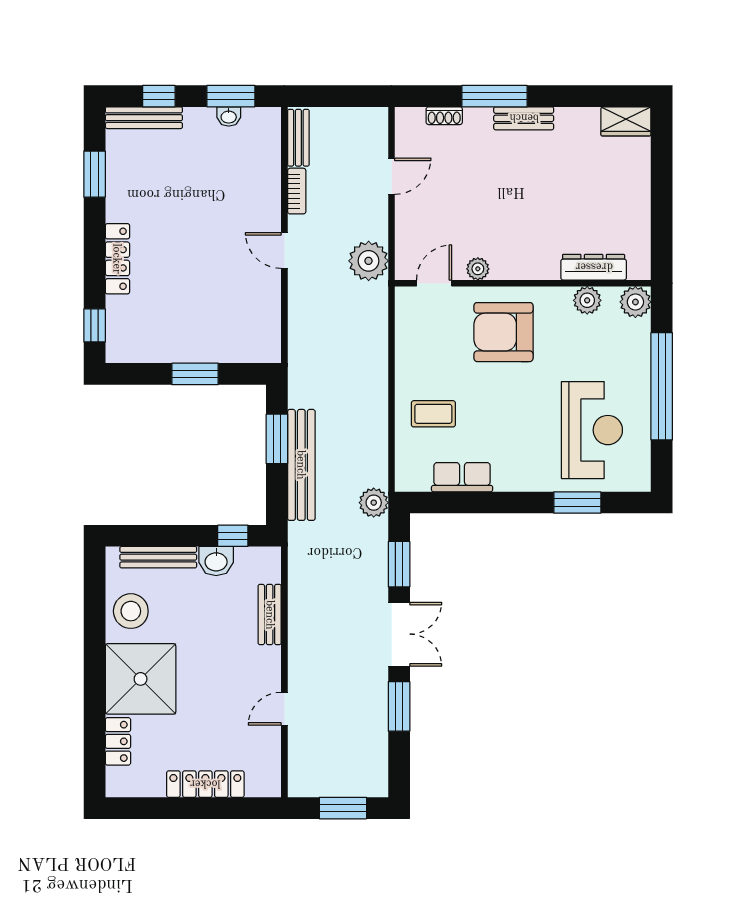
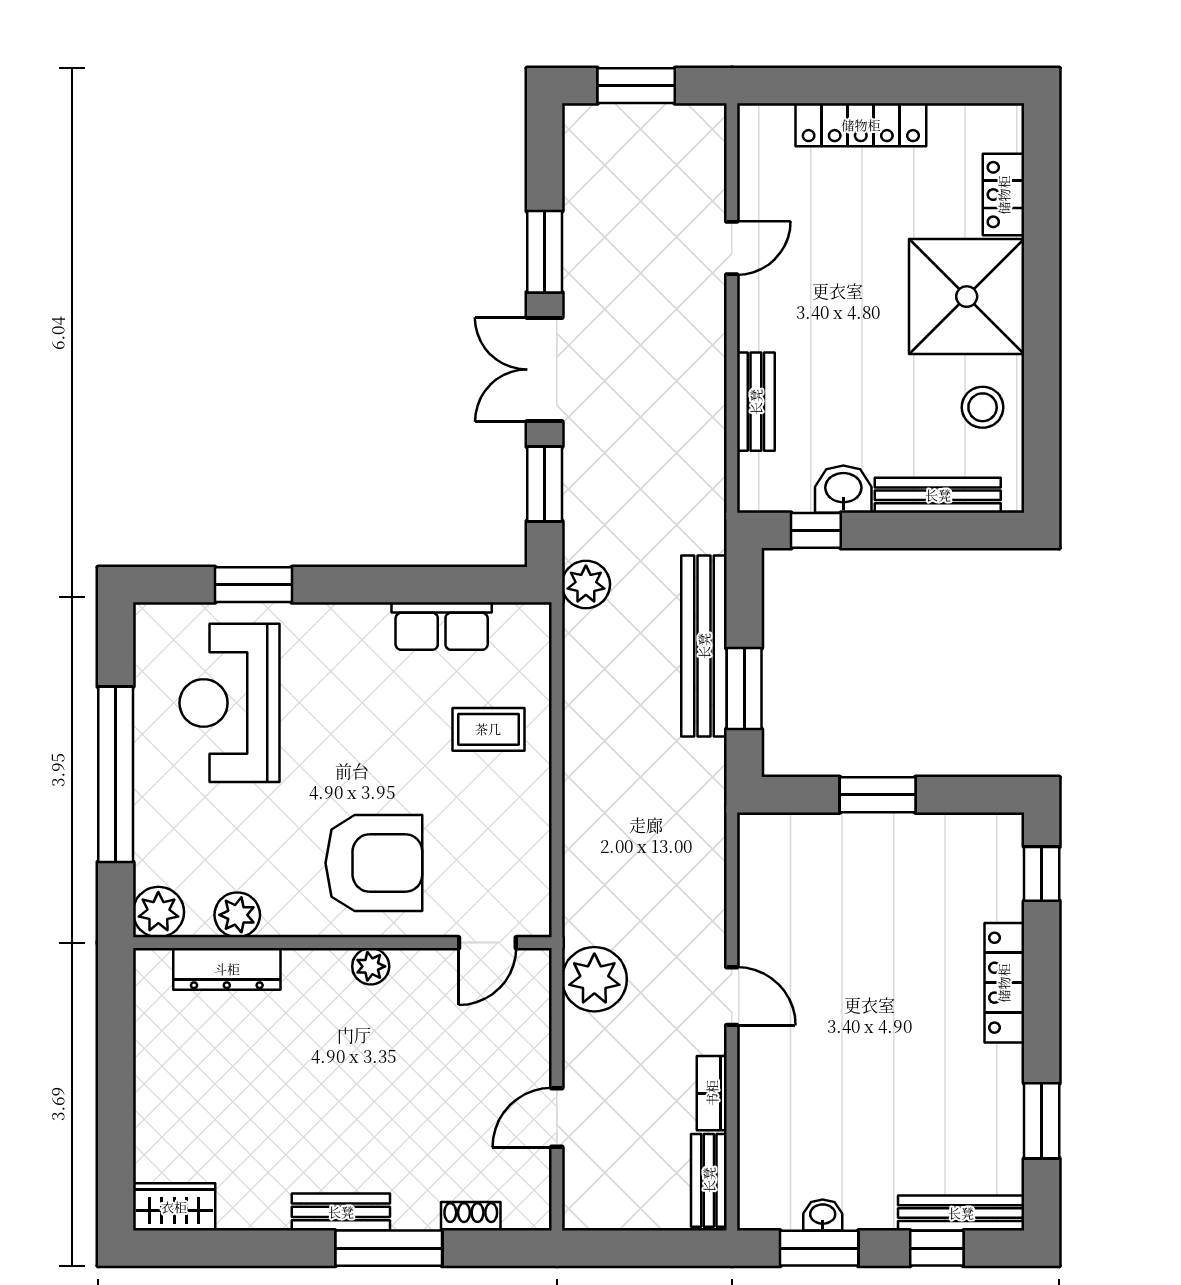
plant: (478, 269) -> (371, 966), moved
stool: (131, 611) -> (983, 407), width x0.73, depth x0.73

